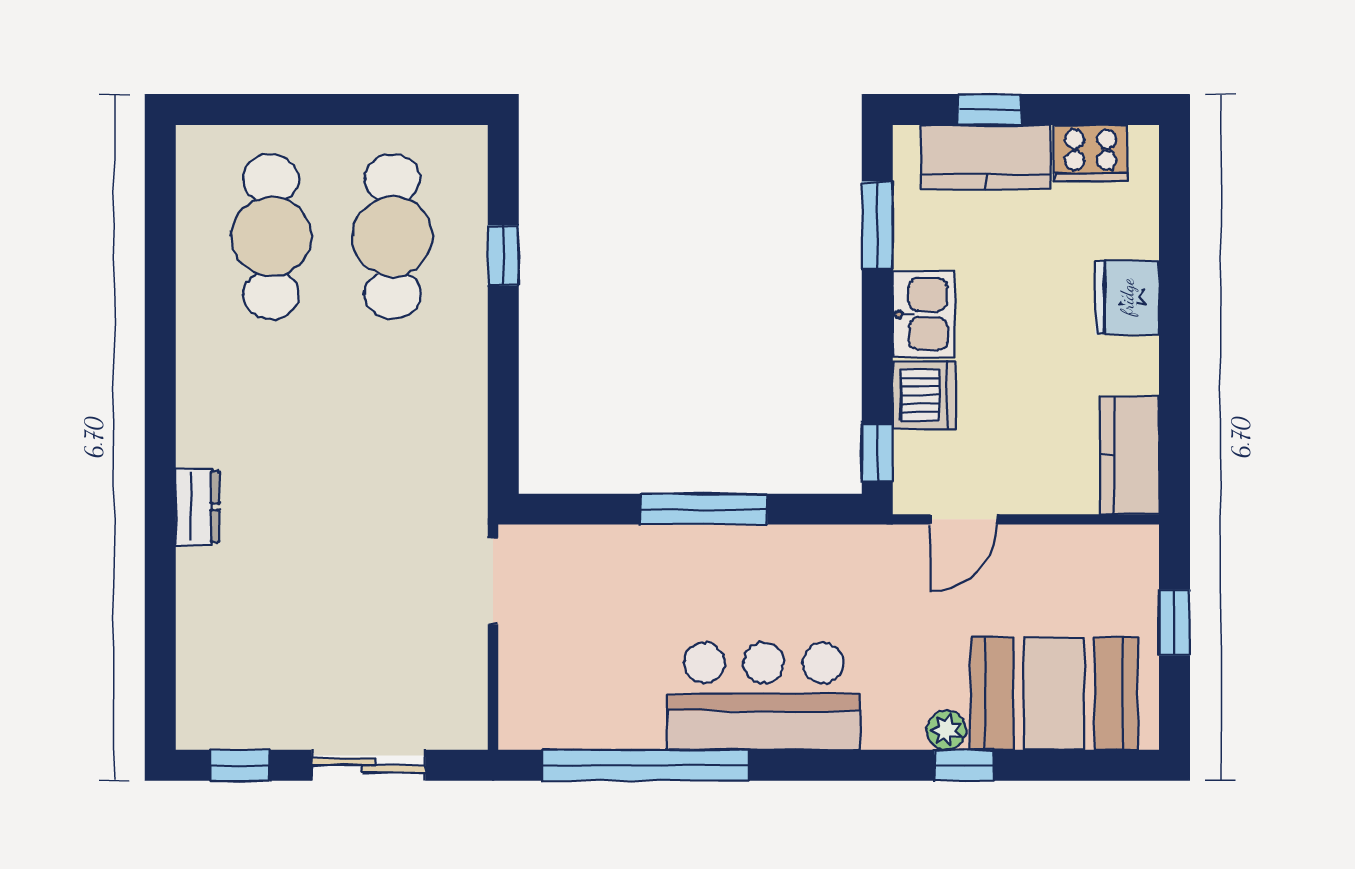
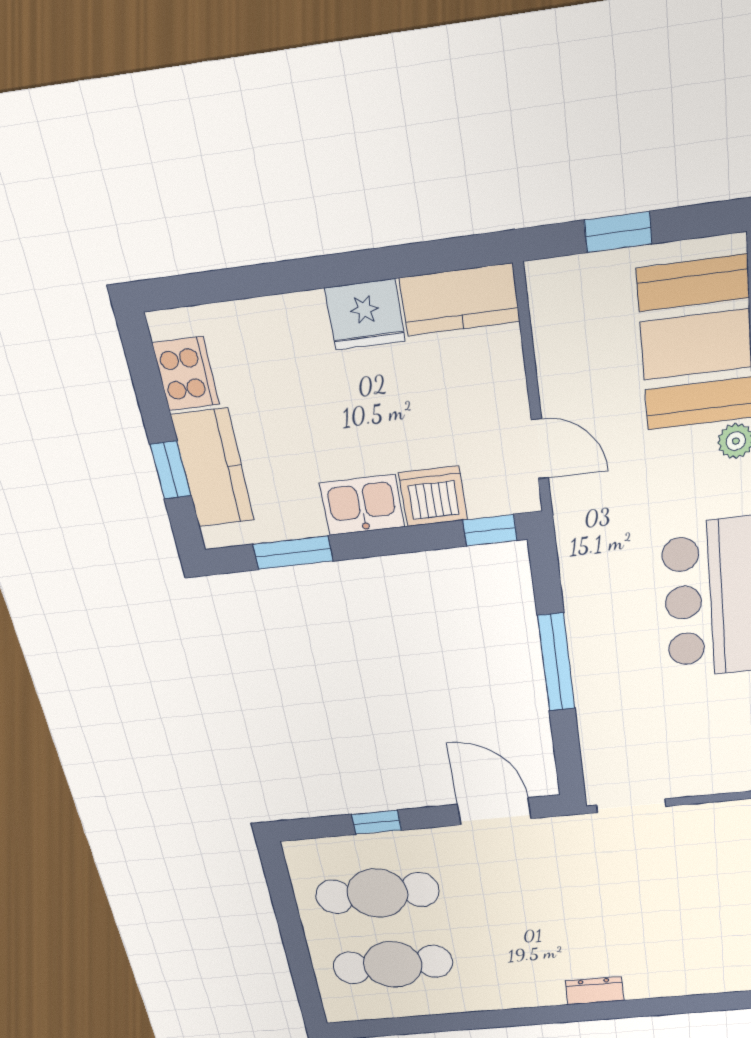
fridge: (1127, 297) -> (365, 315), moved
door: (503, 408) -> (494, 811), added

